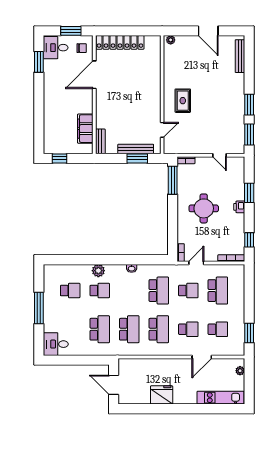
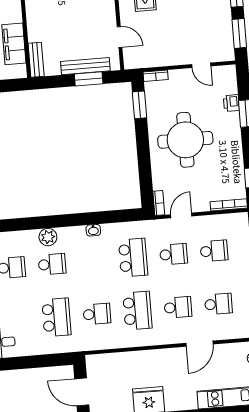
door: (162, 130) -> (120, 37), hinge flipped
window: (173, 180) -> (139, 105), width x0.69
printer: (239, 207) -> (231, 103), moved
round table: (204, 208) -> (185, 140), width x1.36, depth x1.36
school desk: (218, 291) -> (214, 251), width x0.54
school desk: (129, 329) -> (97, 314), width x0.54

